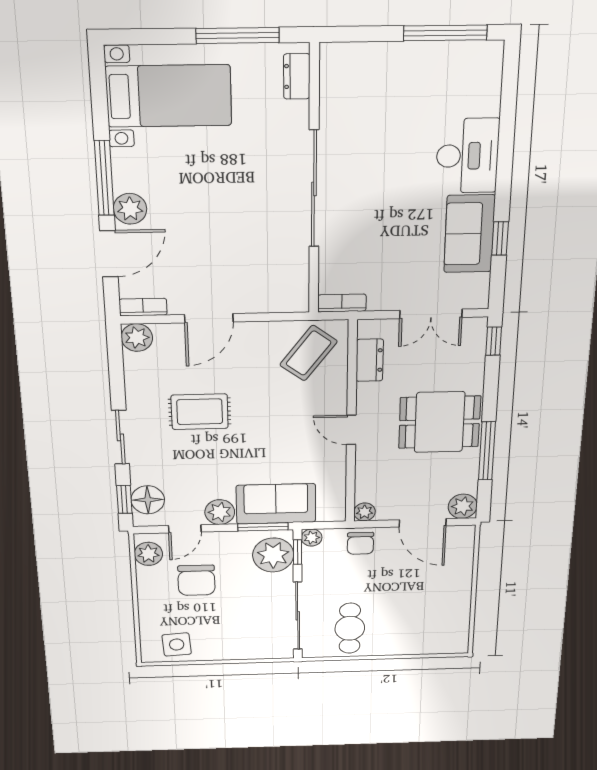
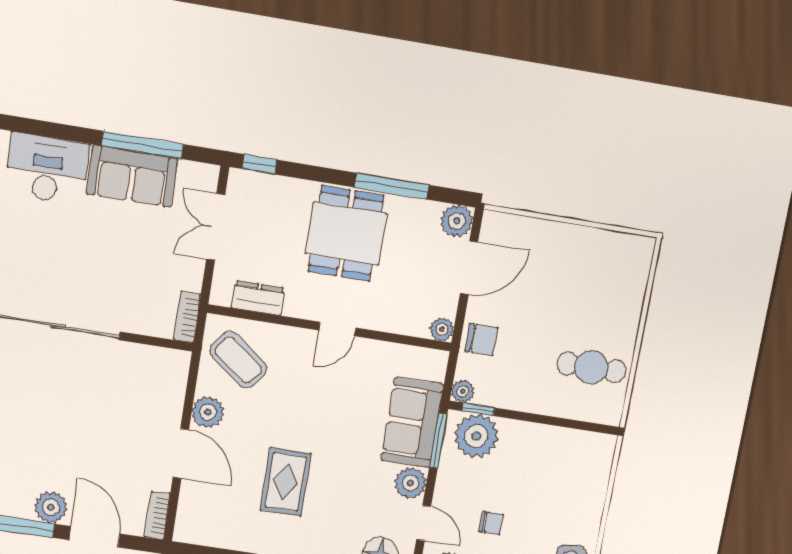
window: (500, 238) -> (142, 145), width x2.17
double door: (431, 314) -> (216, 227), swing flipped
plant: (137, 338) -> (208, 412), moved
chair: (196, 580) -> (491, 523), width x0.54, depth x0.54
sliding door: (298, 616) -> (562, 422), removed

